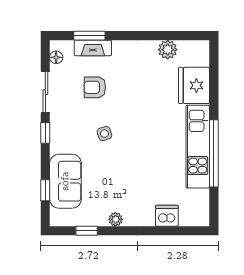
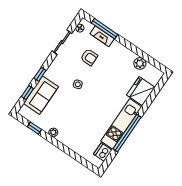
window: (89, 36) -> (105, 29), width x1.44
armchair: (95, 87) -> (89, 57), turned 180
window: (45, 133) -> (40, 74), moved
dishwasher: (167, 216) -> (103, 152), moved, turned -90

